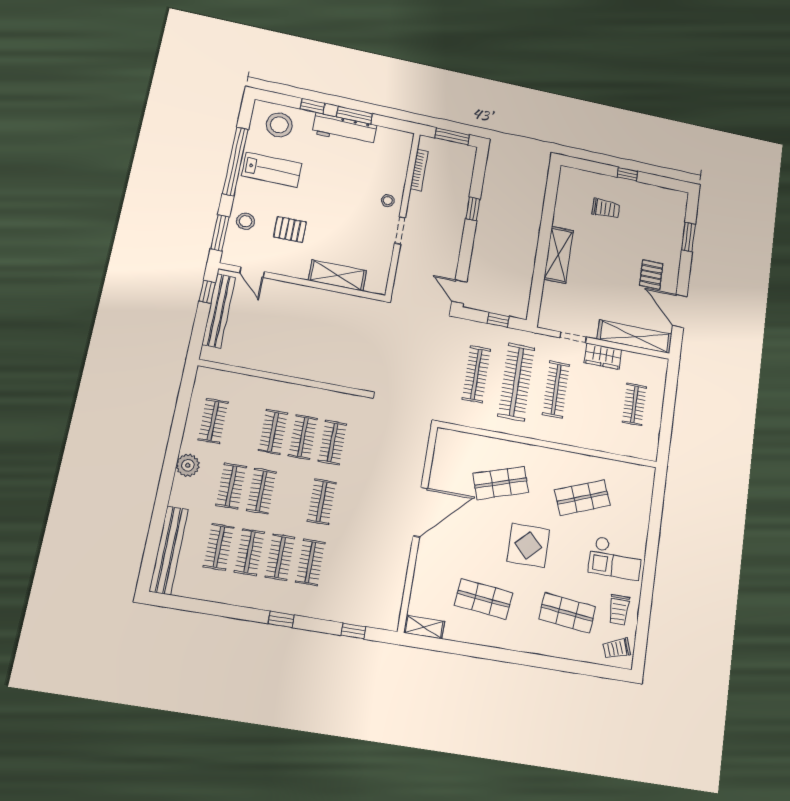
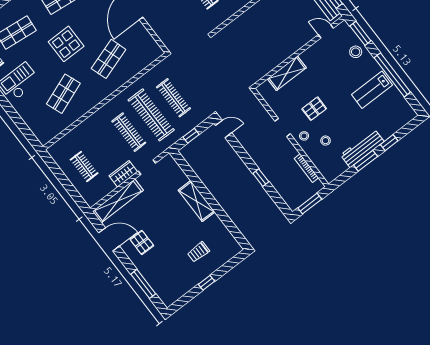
stool: (279, 125) -> (326, 141), moved, width x0.53, depth x0.53
pallet: (290, 229) -> (314, 109), moved
window: (688, 237) -> (143, 284), width x1.44

